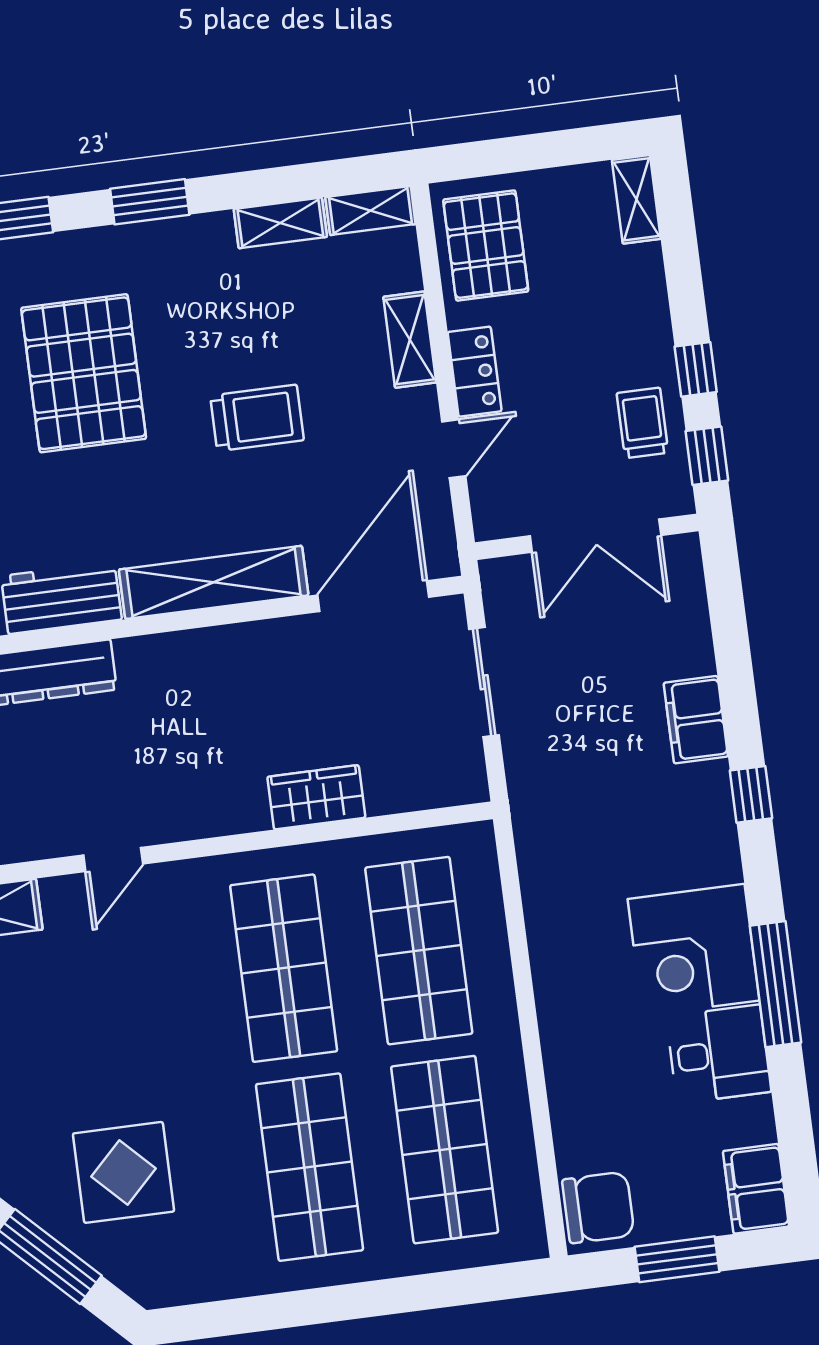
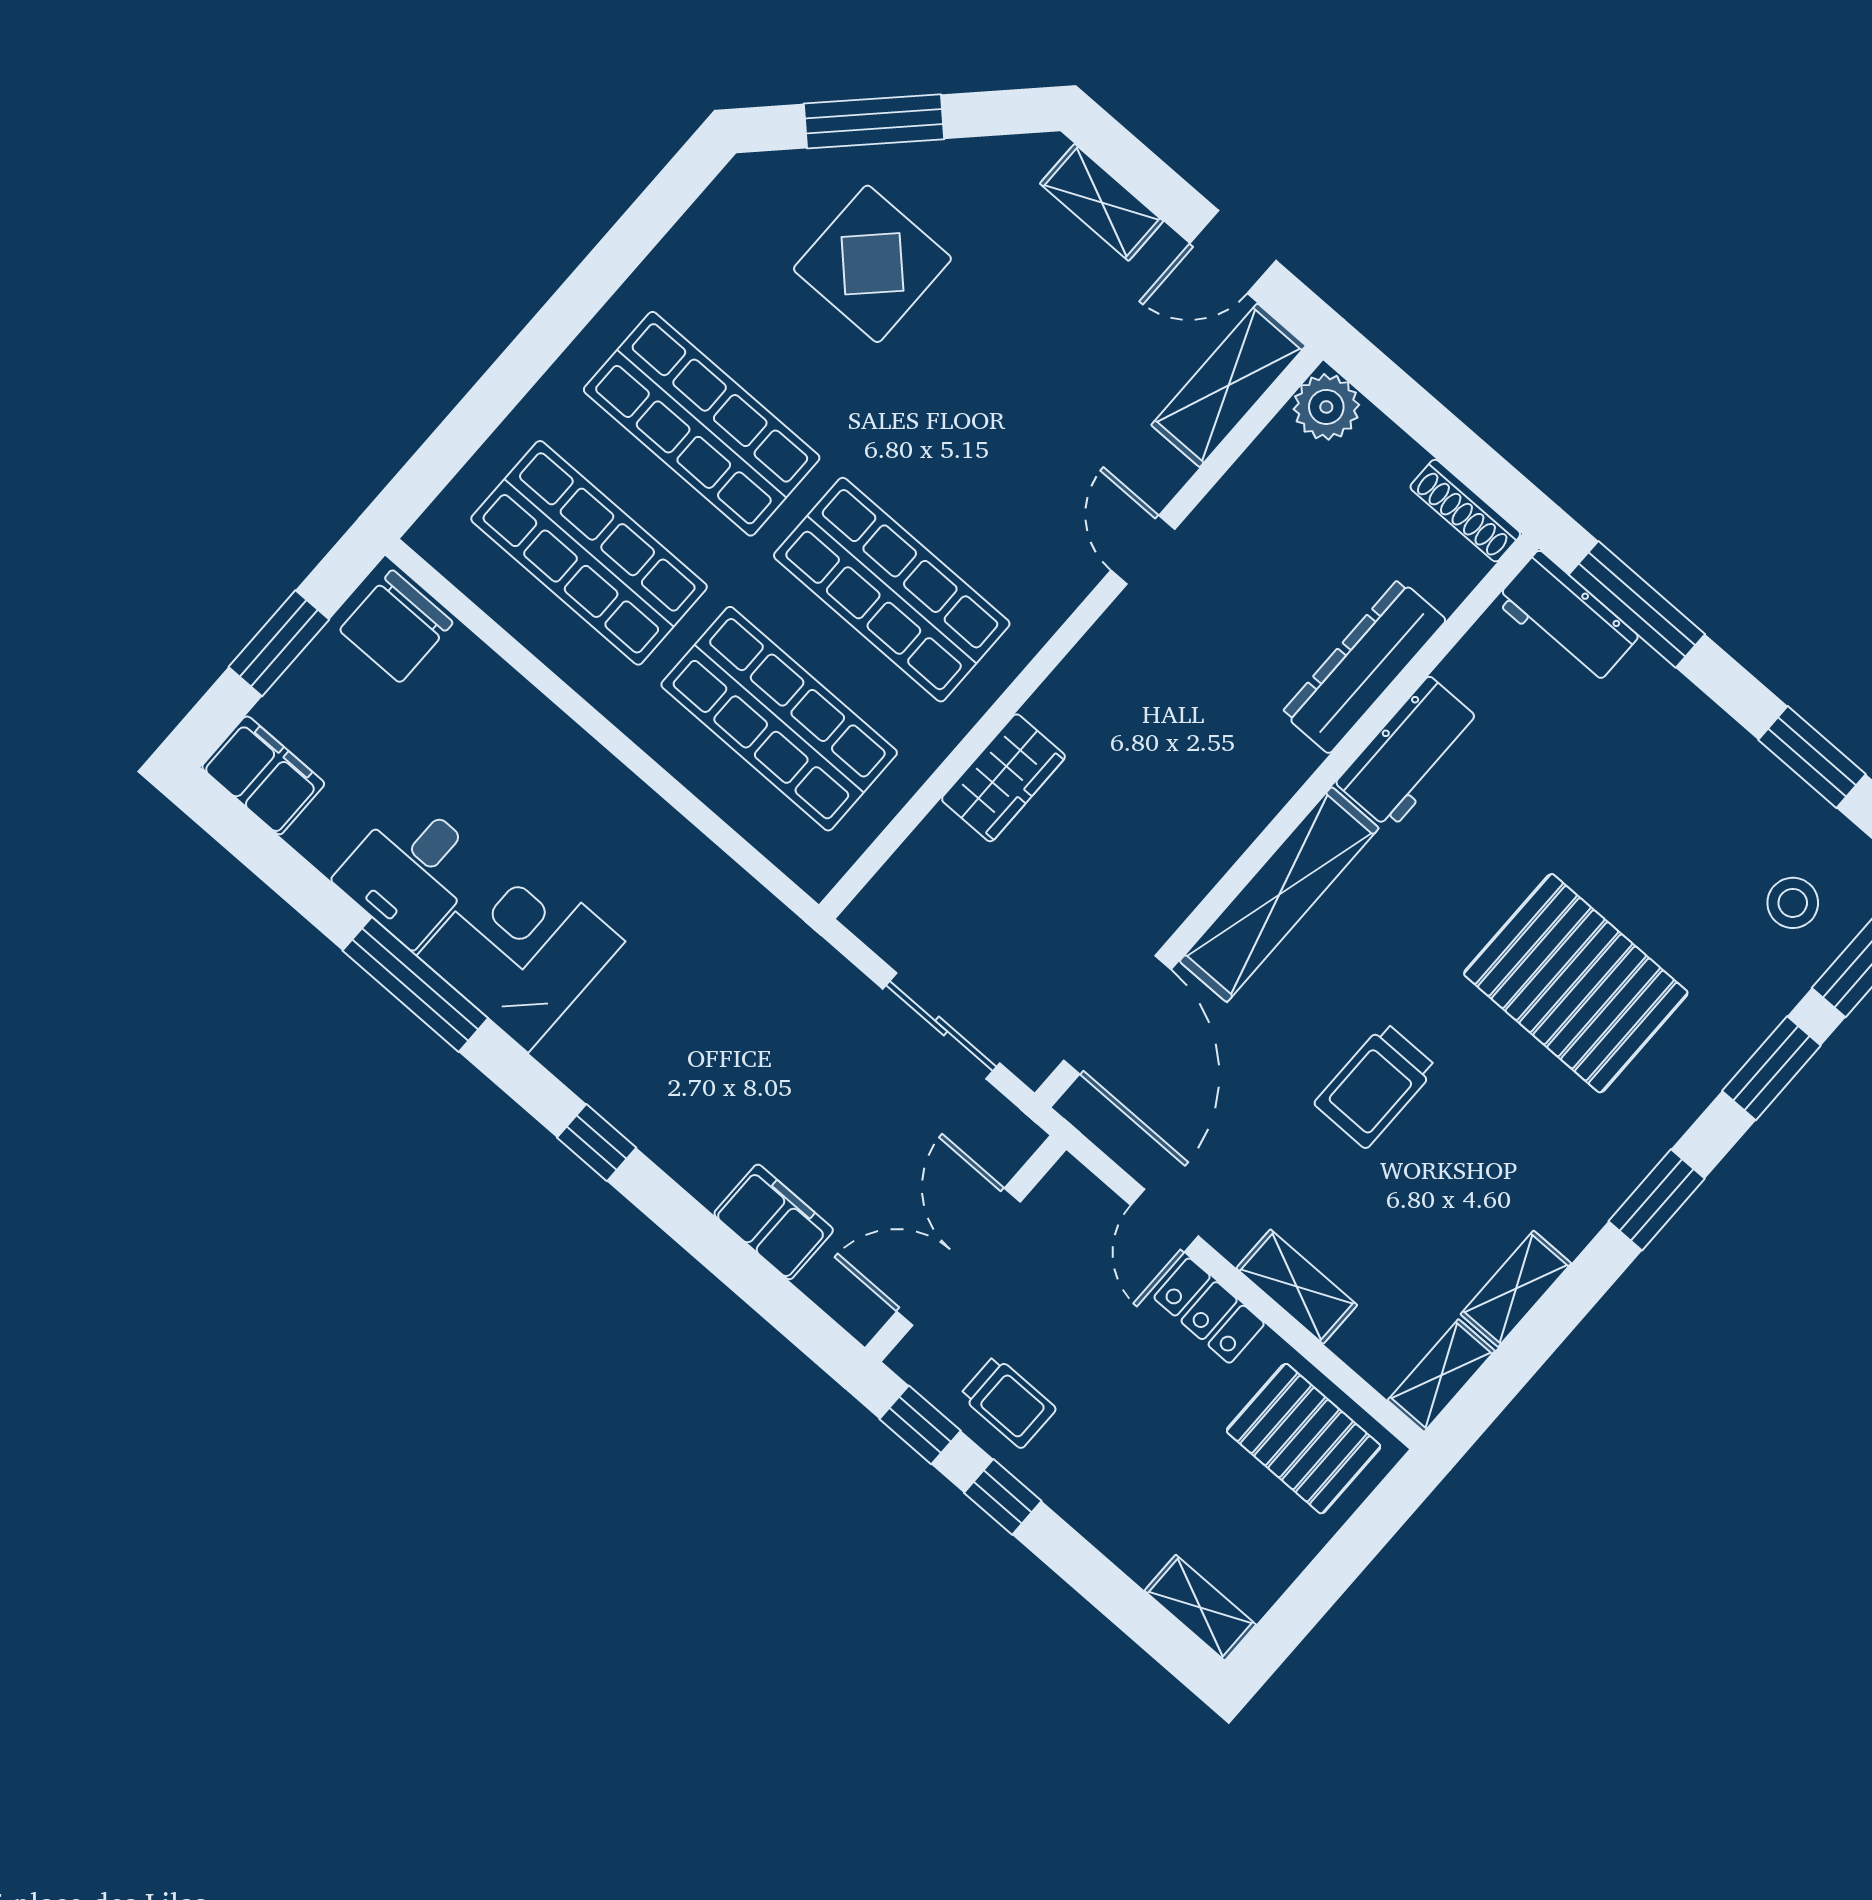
filing cabinet: (696, 720) -> (774, 1222), moved

